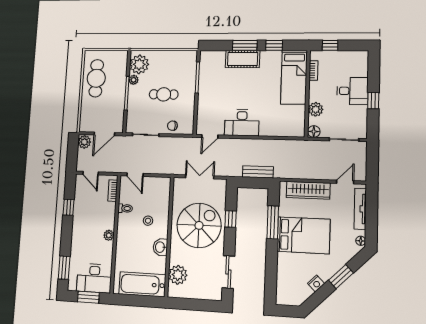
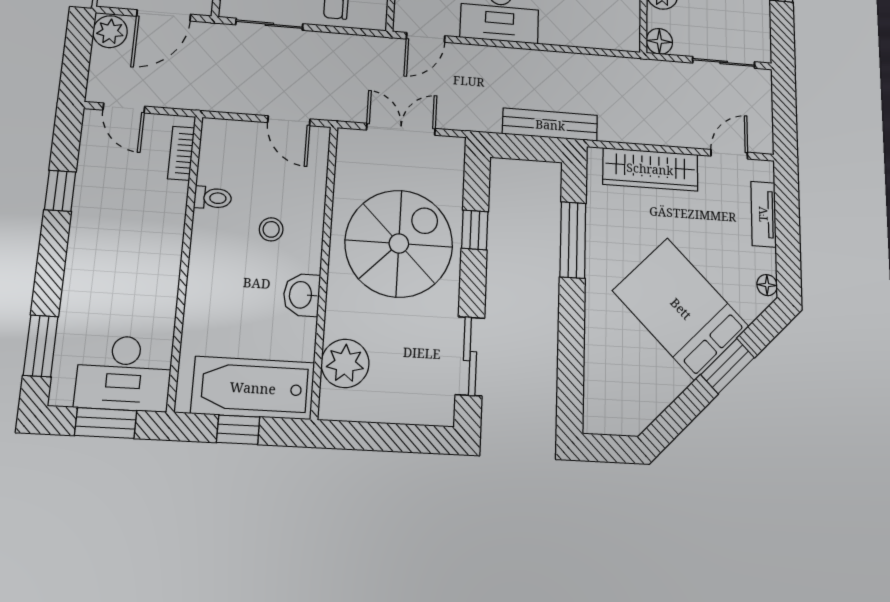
bench: (258, 172) -> (550, 125), width x1.36
door: (135, 175) -> (289, 121), moved
tv unit: (360, 209) -> (763, 214), width x0.71
plant: (109, 235) -> (167, 264), removed
bed: (303, 235) -> (681, 309), moved, turned -135
nightstand: (316, 283) -> (673, 382), removed
window: (137, 301) -> (238, 430), added

